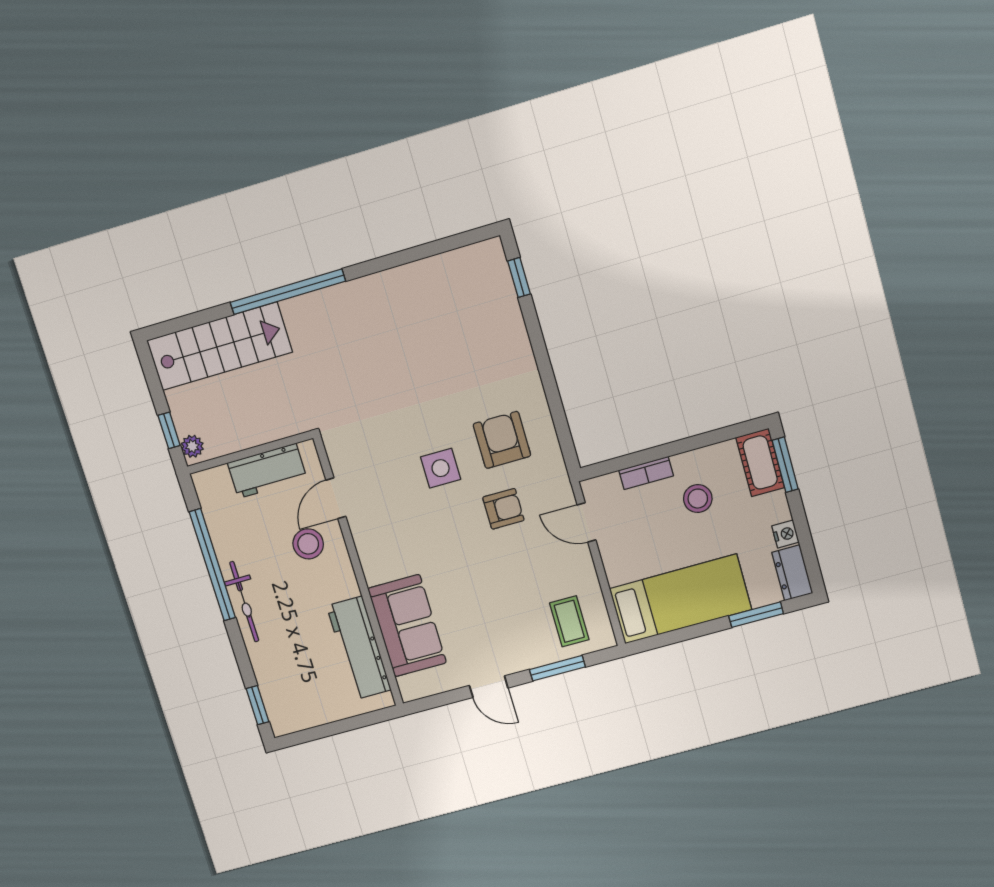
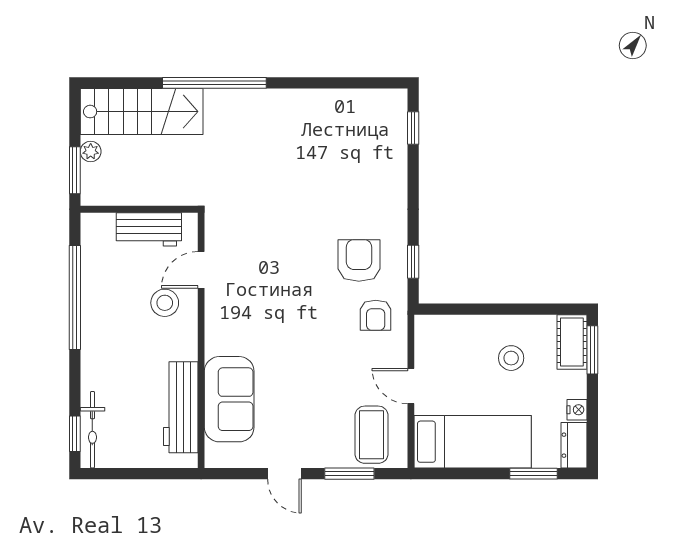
window: (561, 425) -> (413, 262), added
window: (169, 430) -> (75, 170), width x1.50
plant: (192, 446) -> (91, 151), moved
side table: (441, 468) -> (299, 270), removed
bookcase: (646, 473) -> (473, 324), removed
armchair: (503, 509) -> (376, 315), moved, turned 90
door: (587, 522) -> (411, 386), moved
bicycle: (244, 602) -> (92, 430), moved
coffee table: (569, 621) -> (371, 435), width x1.36, depth x1.30

